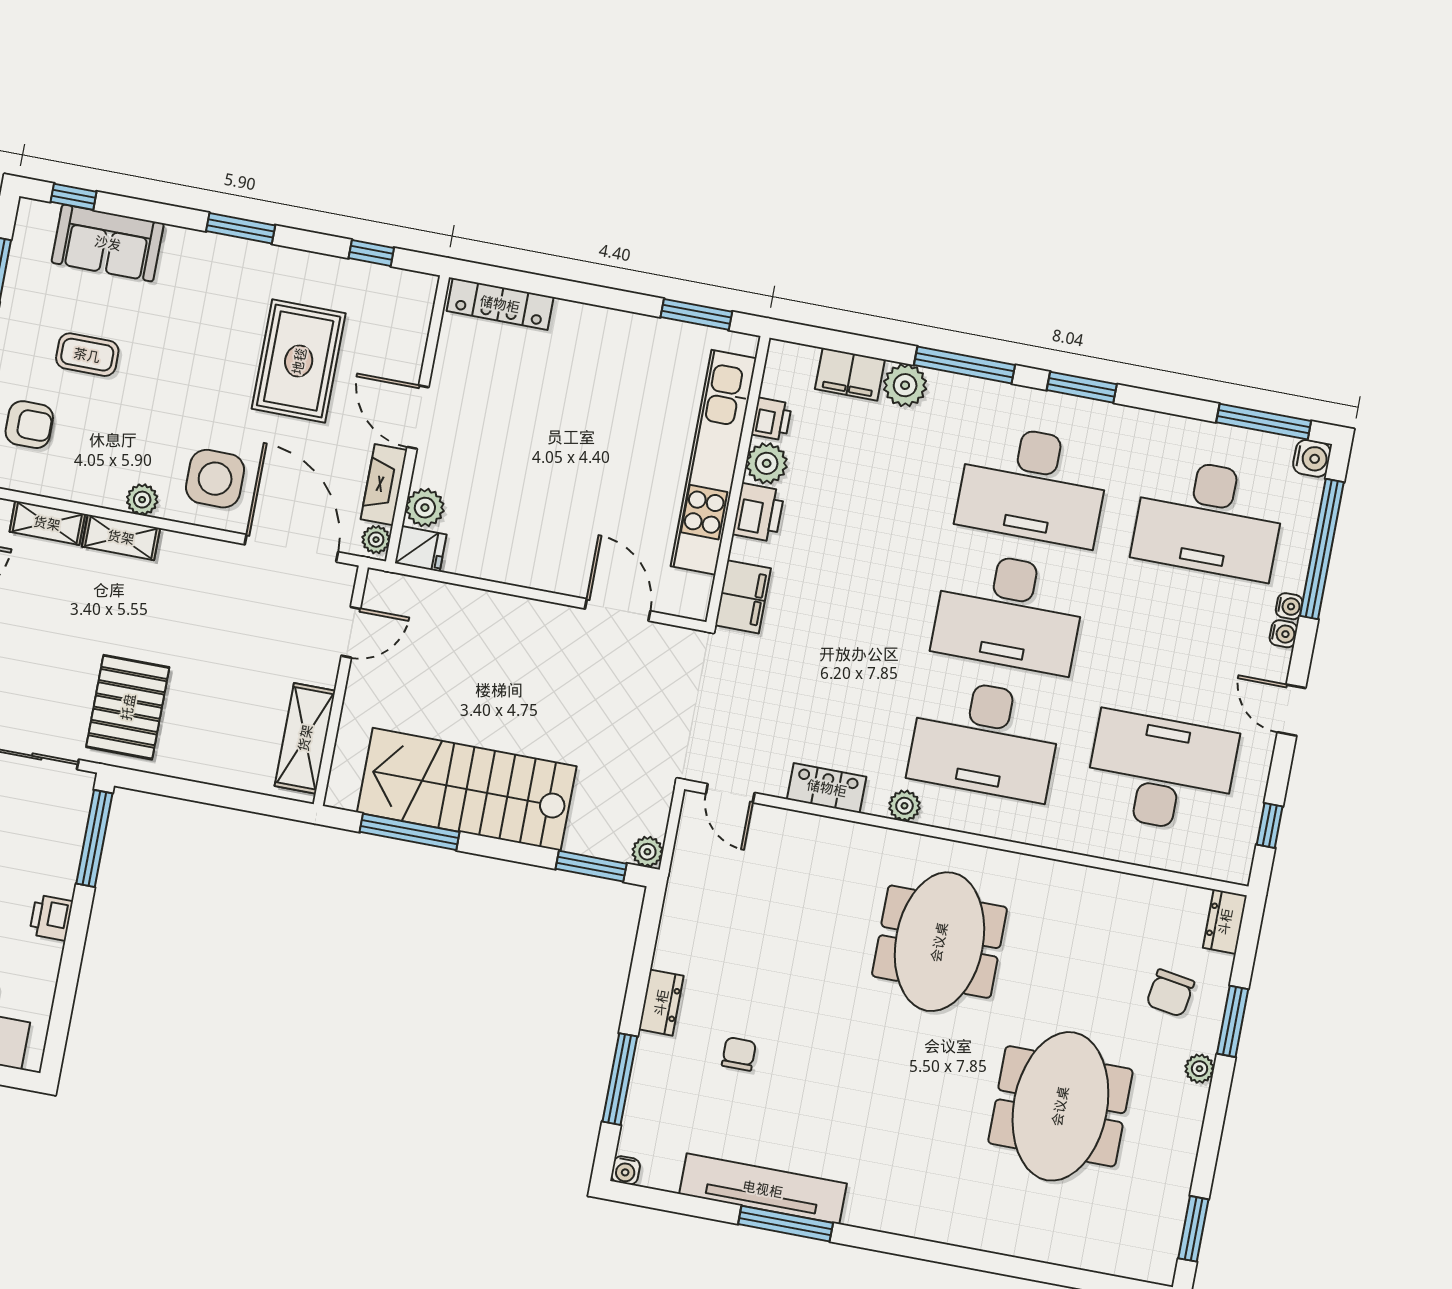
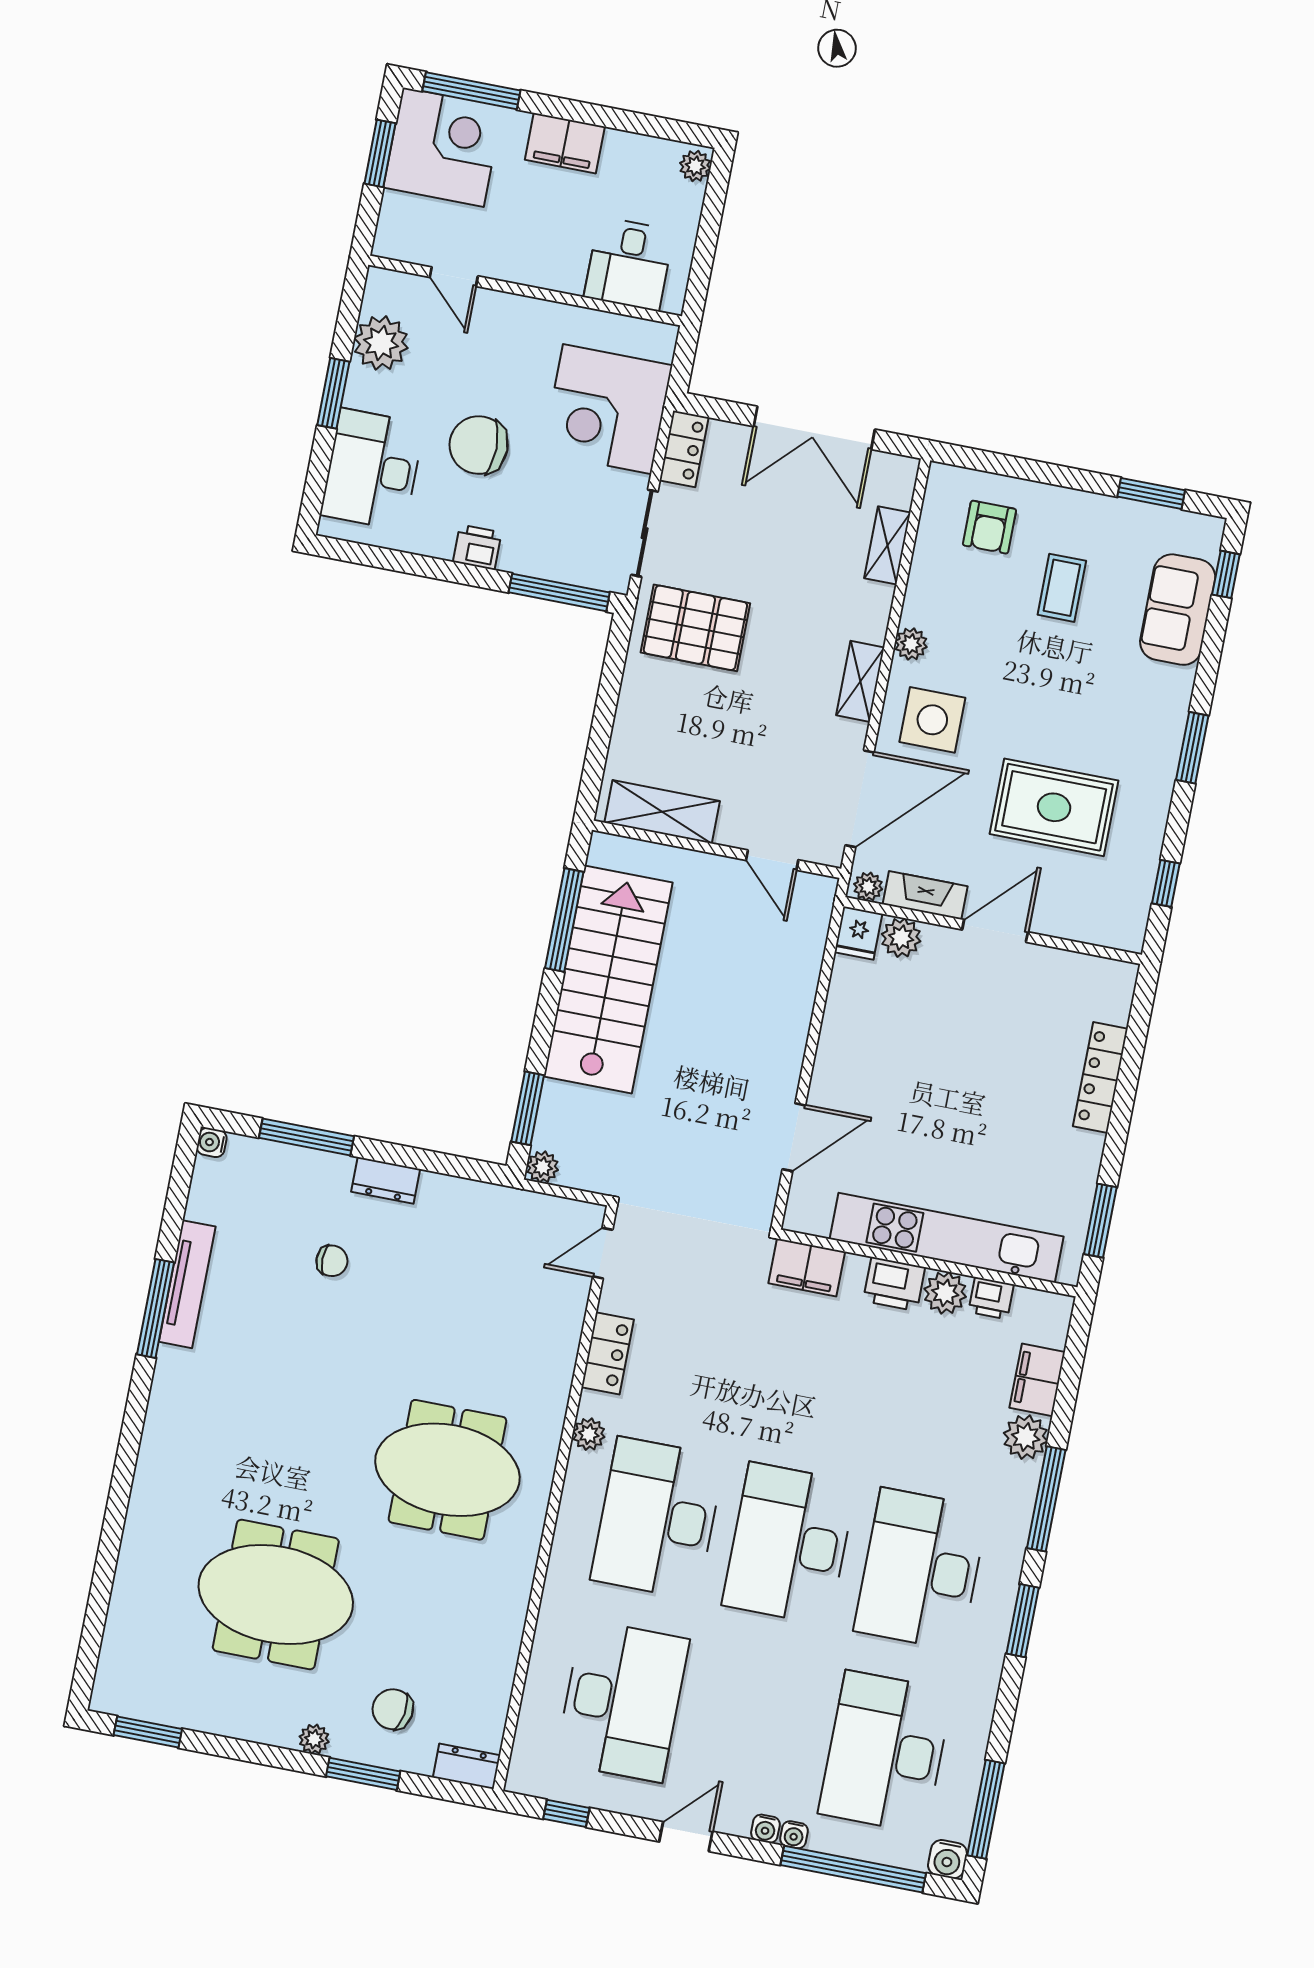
locker: (500, 304) -> (1100, 1077), moved
shelving: (121, 537) -> (860, 681), moved
tv unit: (763, 1189) -> (187, 1284), width x0.73, depth x0.78

